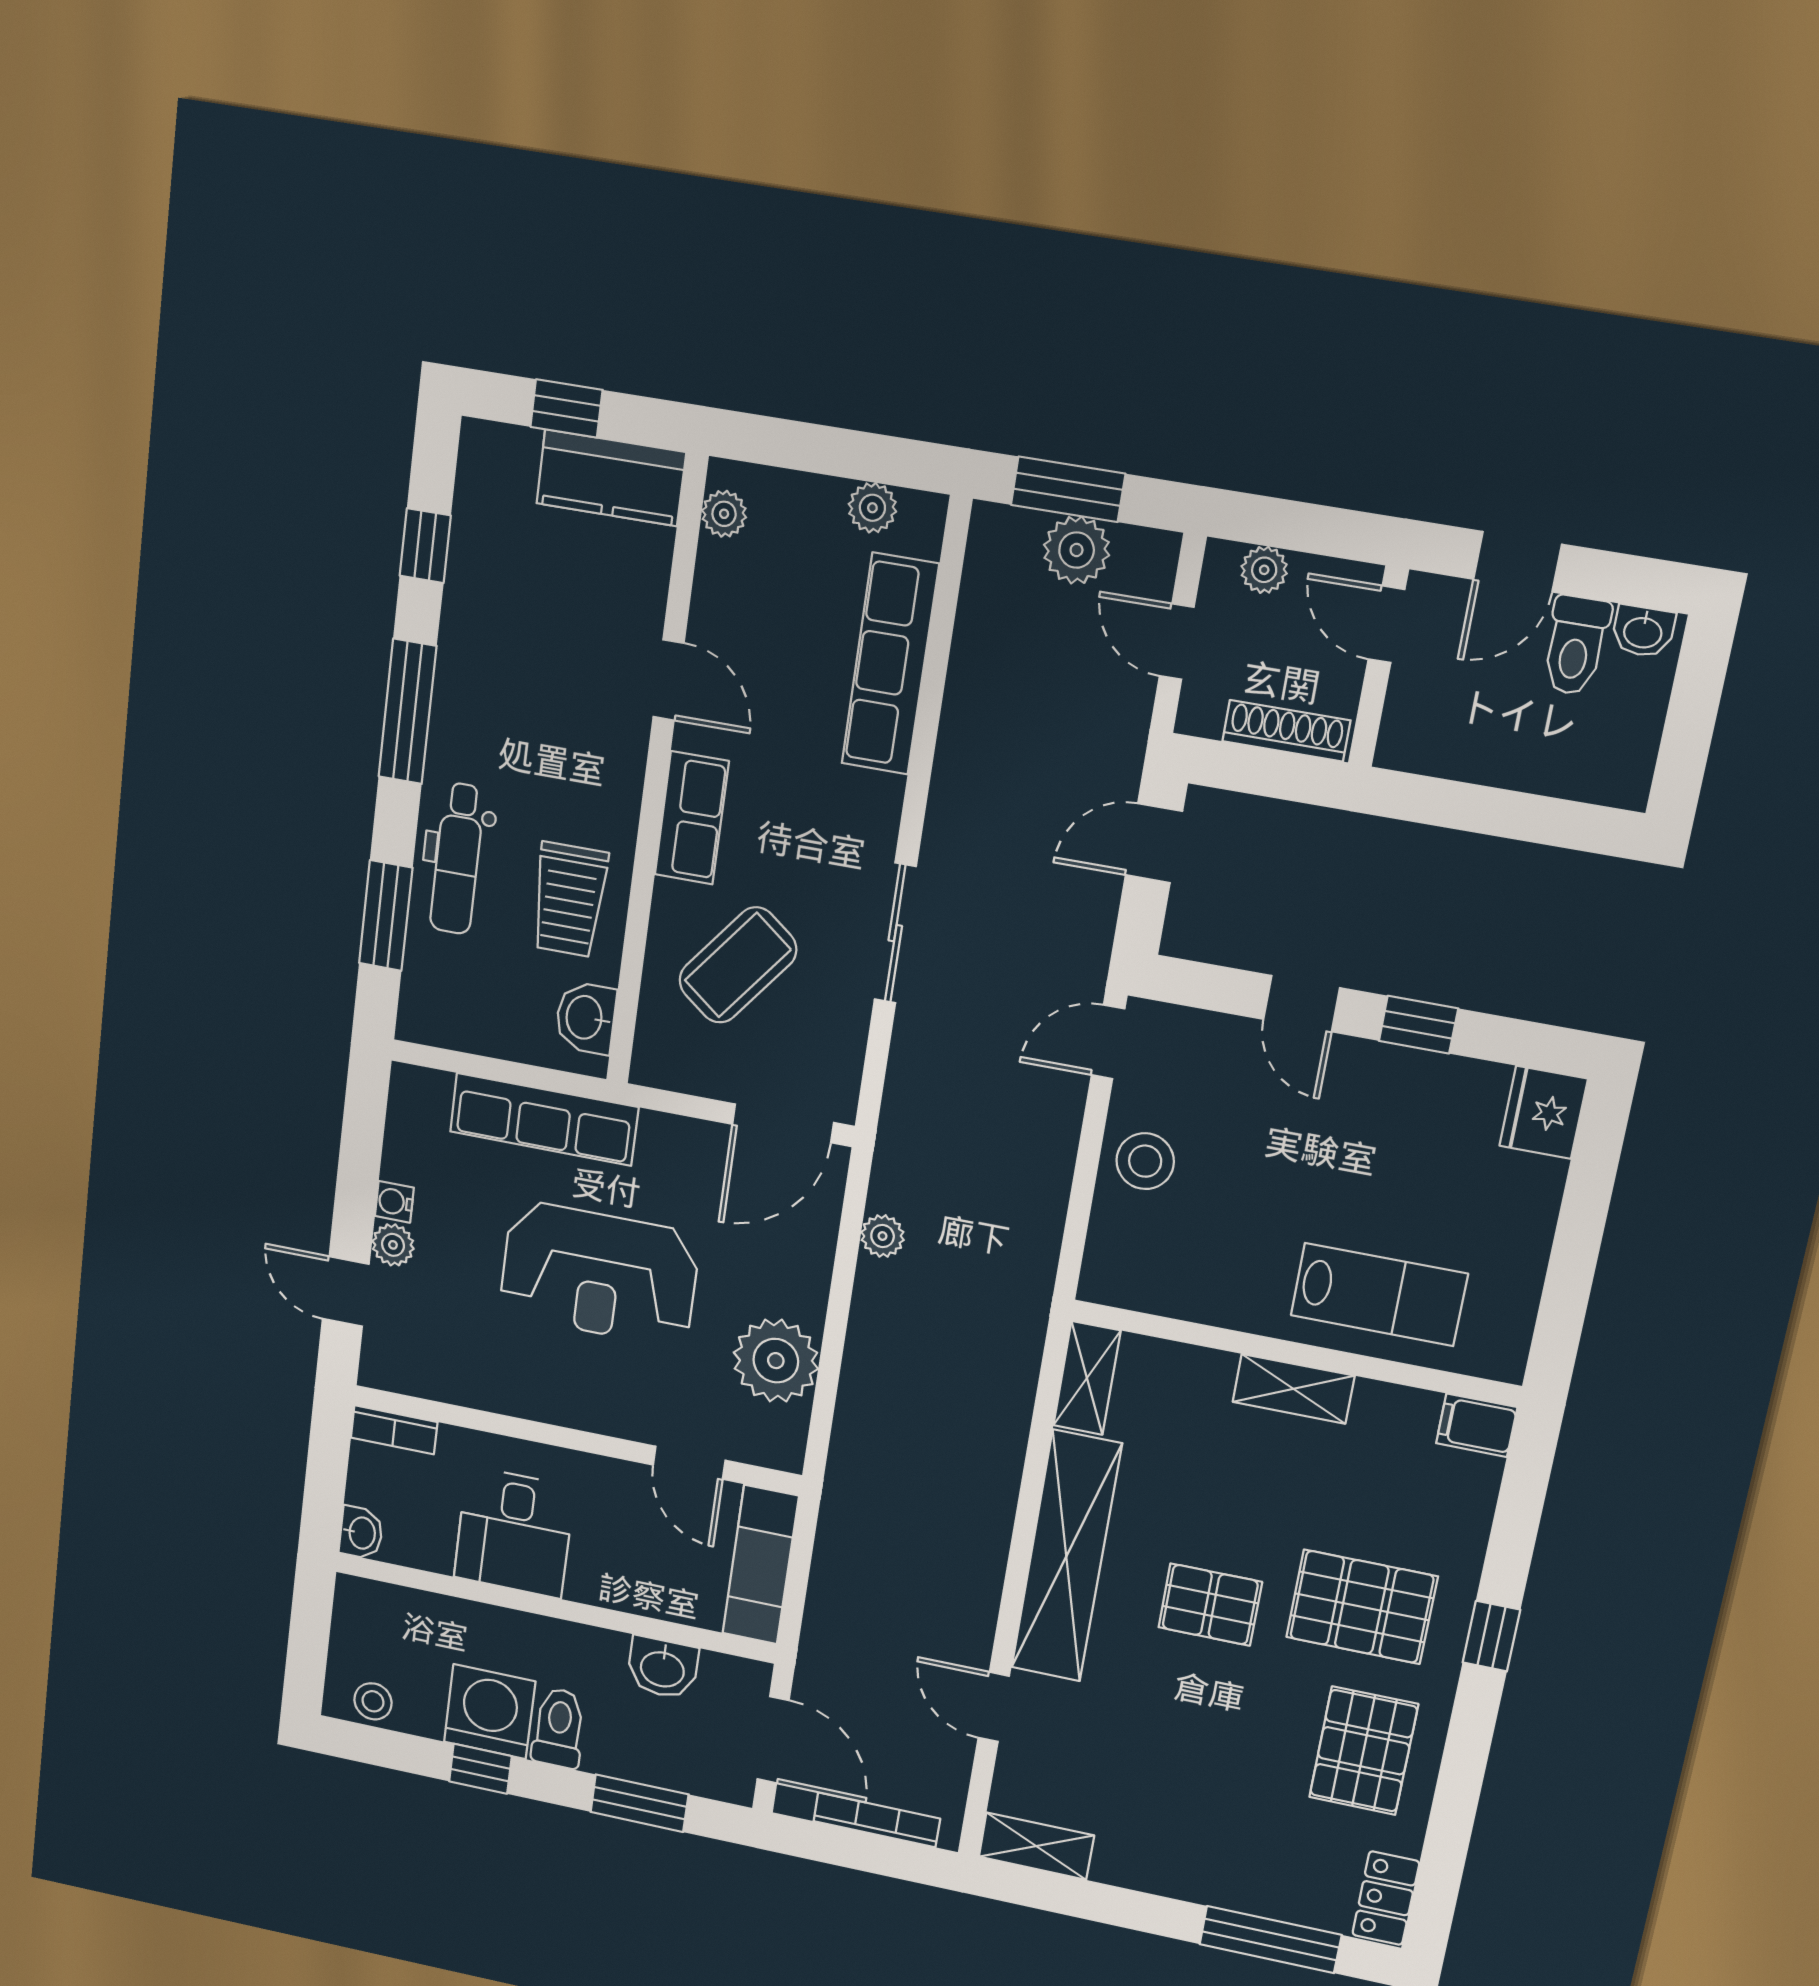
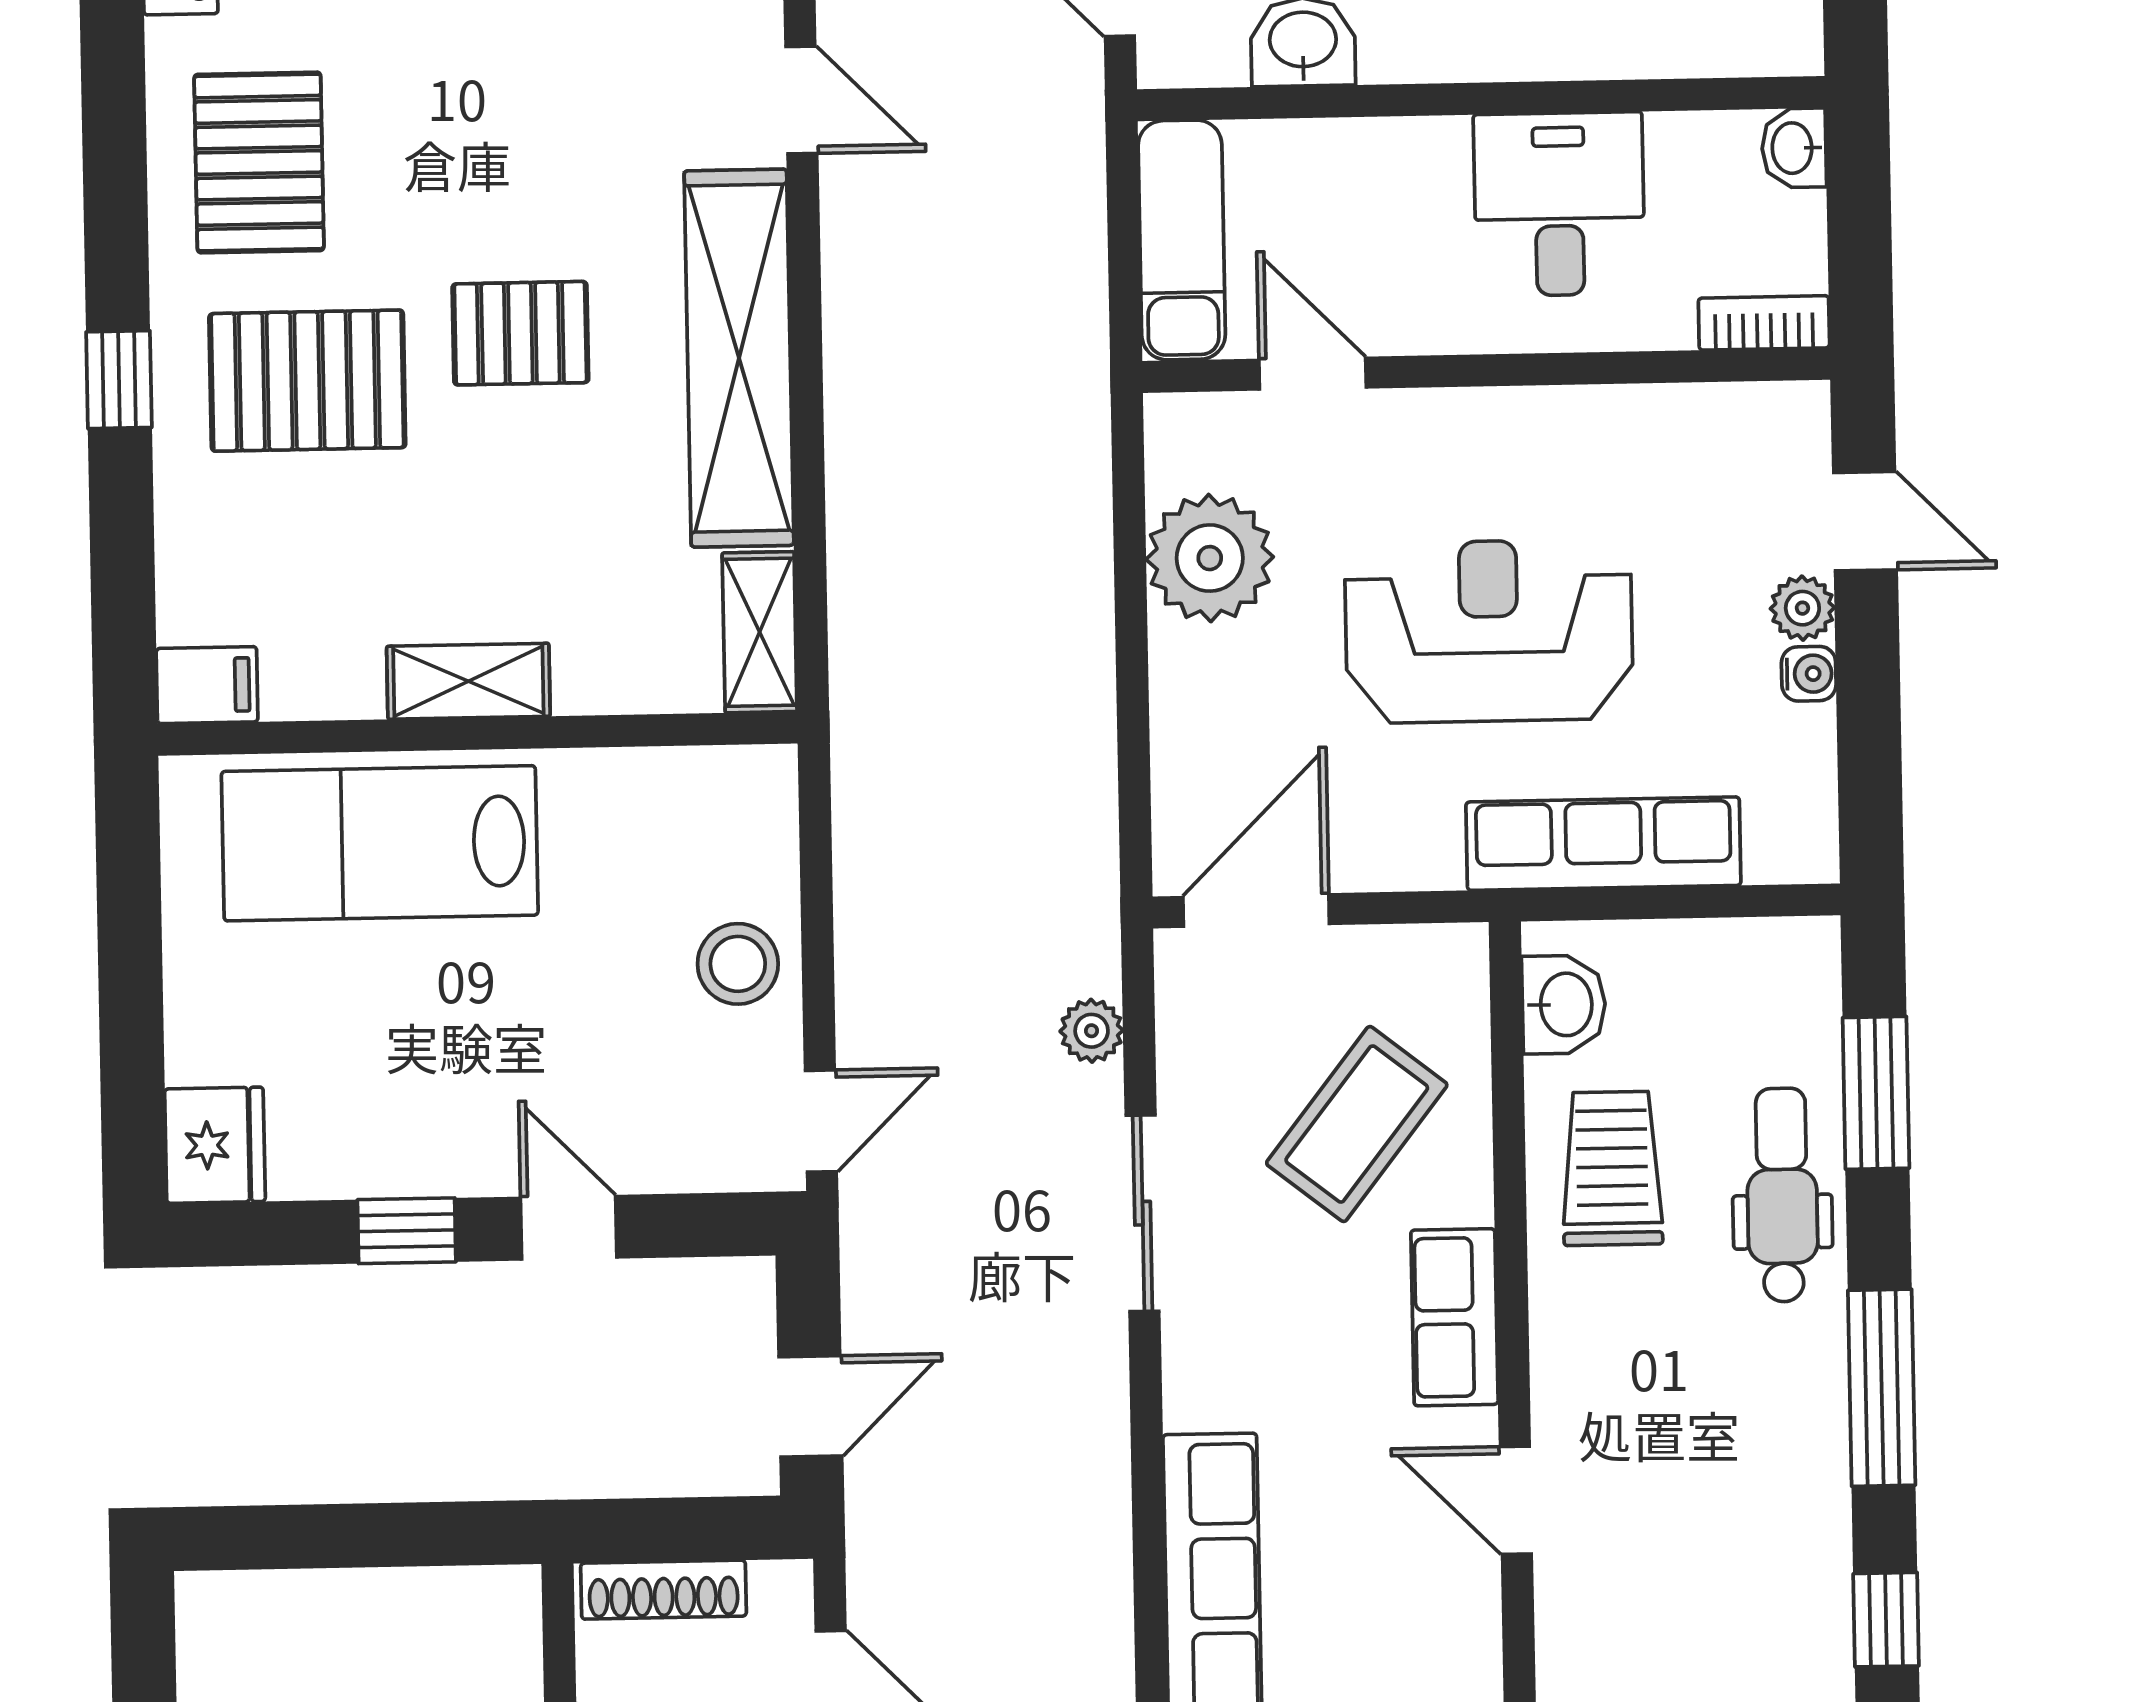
plant: (883, 1236) -> (1092, 1031), moved
lab bench: (1379, 1294) -> (380, 843), width x1.36, depth x1.39

